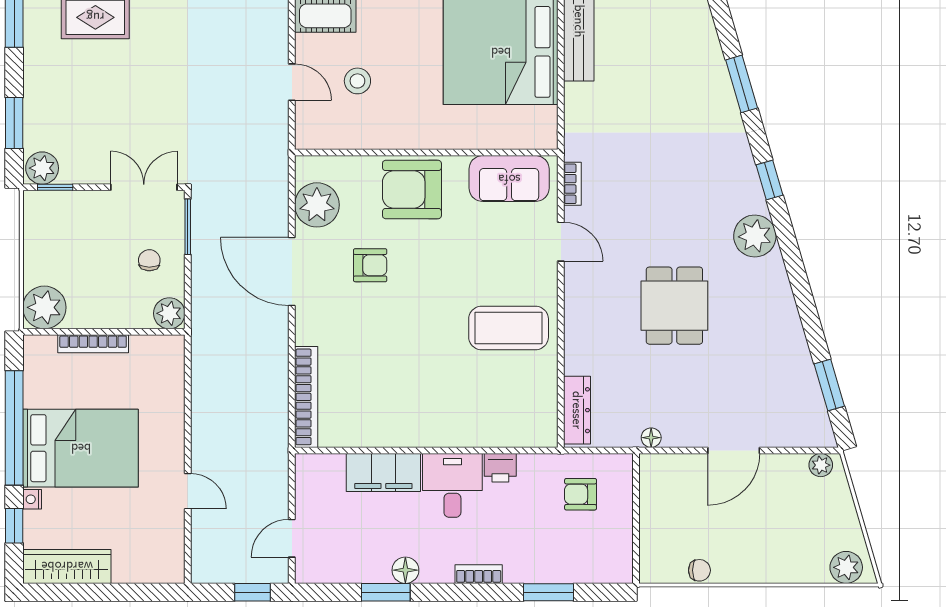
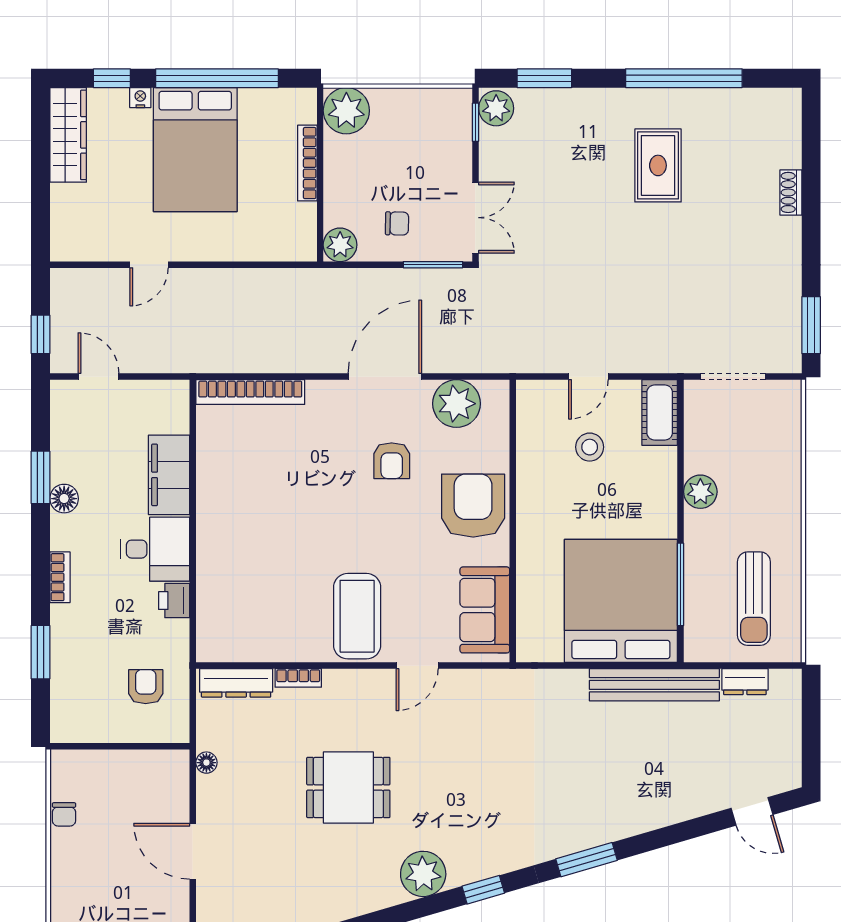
bookcase: (572, 184) -> (298, 678), moved
coffee table: (509, 328) -> (357, 616), moved

